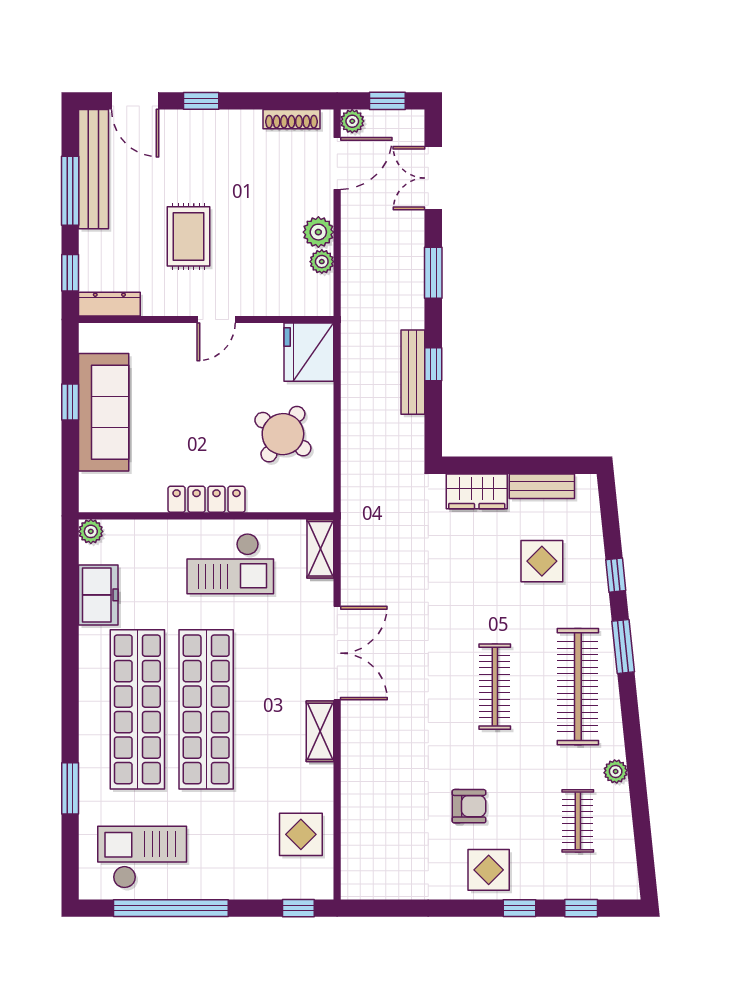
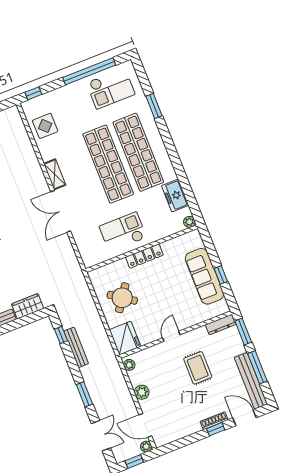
shoe rack: (291, 119) -> (214, 421), moved
door: (337, 163) -> (145, 425), hinge flipped
plant: (322, 262) -> (129, 365), moved
window: (70, 273) -> (243, 331), width x1.50
window: (433, 364) -> (61, 335), moved
shelving: (320, 549) -> (86, 254), removed

